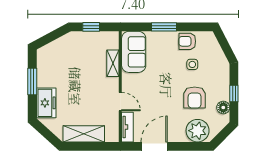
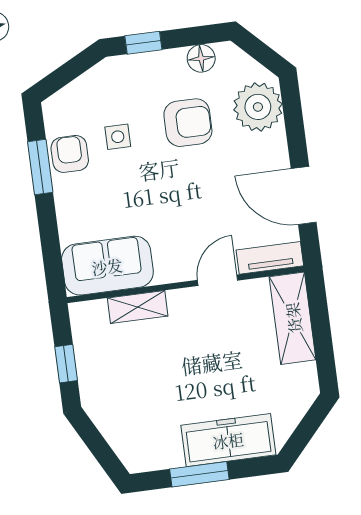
window: (164, 27) -> (40, 167), moved
armchair: (187, 41) -> (70, 154), turned 180
window: (234, 93) -> (143, 43), moved
freezer: (46, 103) -> (228, 440), width x1.40
shelving: (84, 134) -> (293, 318), moved

